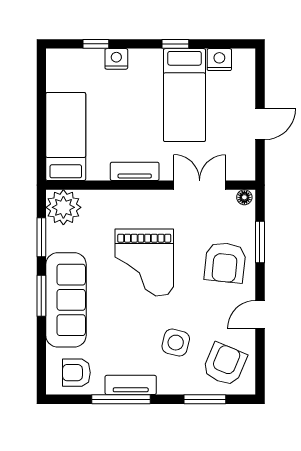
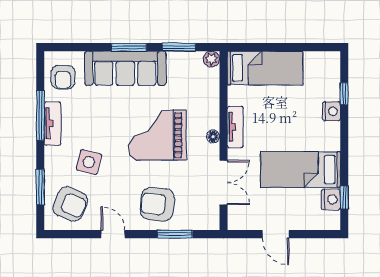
window: (175, 44) -> (344, 197), moved
floor lamp: (244, 197) -> (213, 137), moved
plant: (63, 207) -> (212, 59), width x0.53, depth x0.53
armchair: (76, 373) -> (63, 77), turned 180

